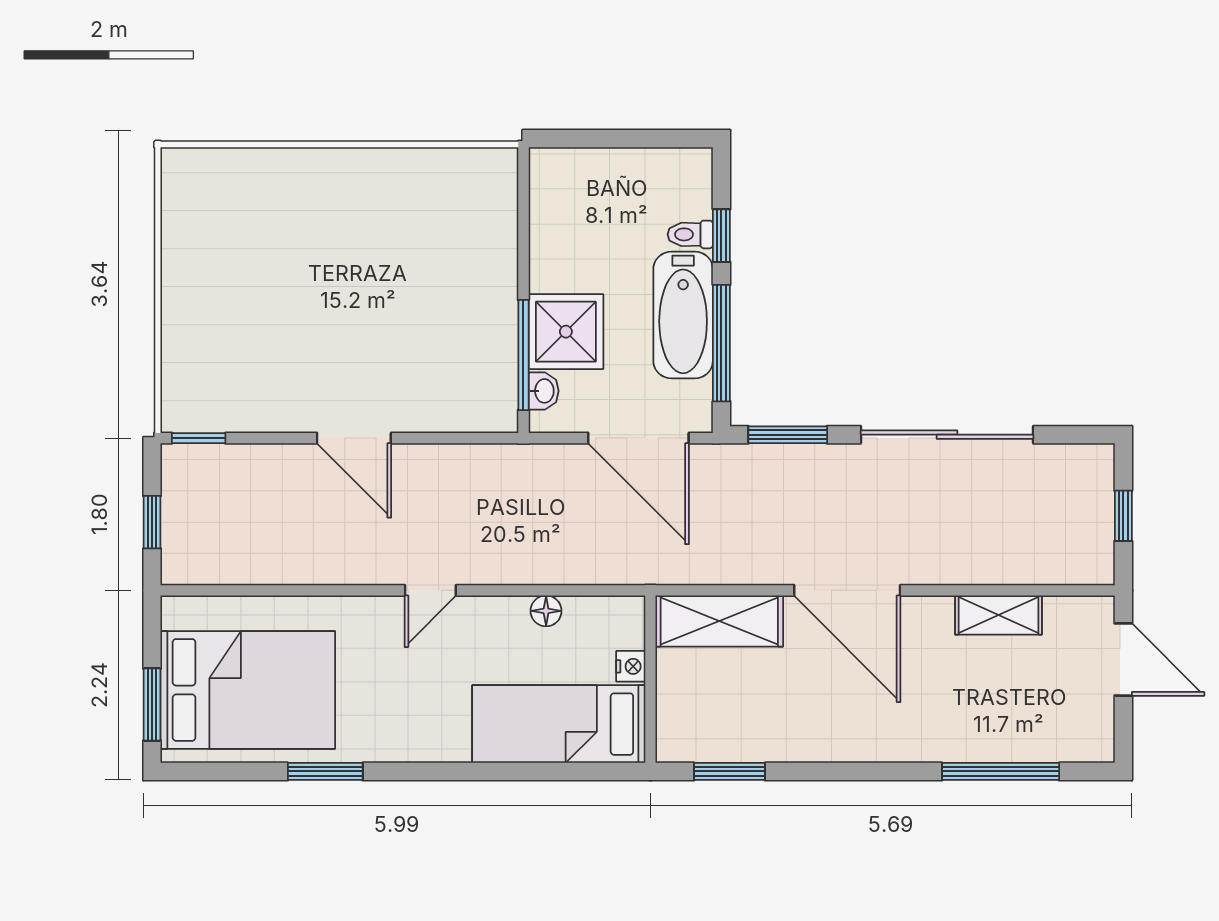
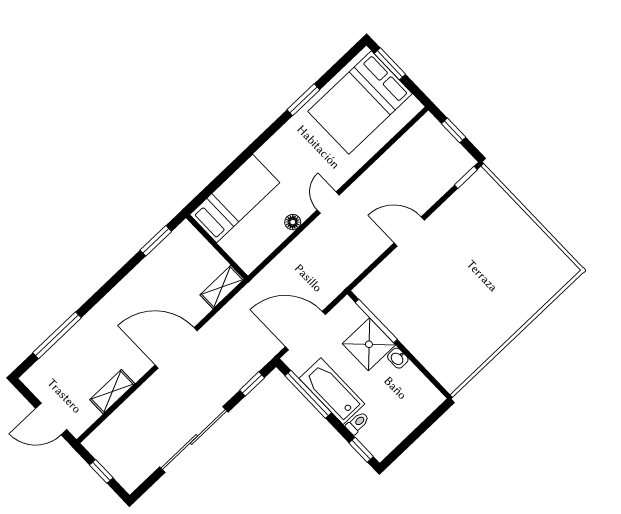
window: (721, 236) -> (361, 450), moved
washbasin: (544, 391) -> (398, 358), moved
window: (788, 435) -> (252, 384), width x0.67
floor lamp: (546, 611) -> (293, 222), moved
shelving: (719, 621) -> (222, 287), width x0.67, depth x0.75
nightstand: (631, 666) -> (229, 245), removed

